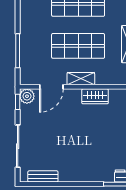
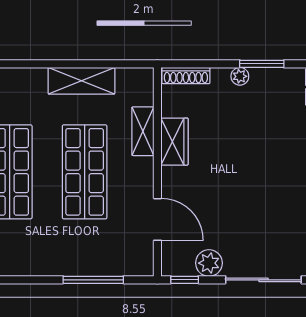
shelving: (81, 79) -> (143, 131), moved
plant: (27, 96) -> (209, 263), moved

